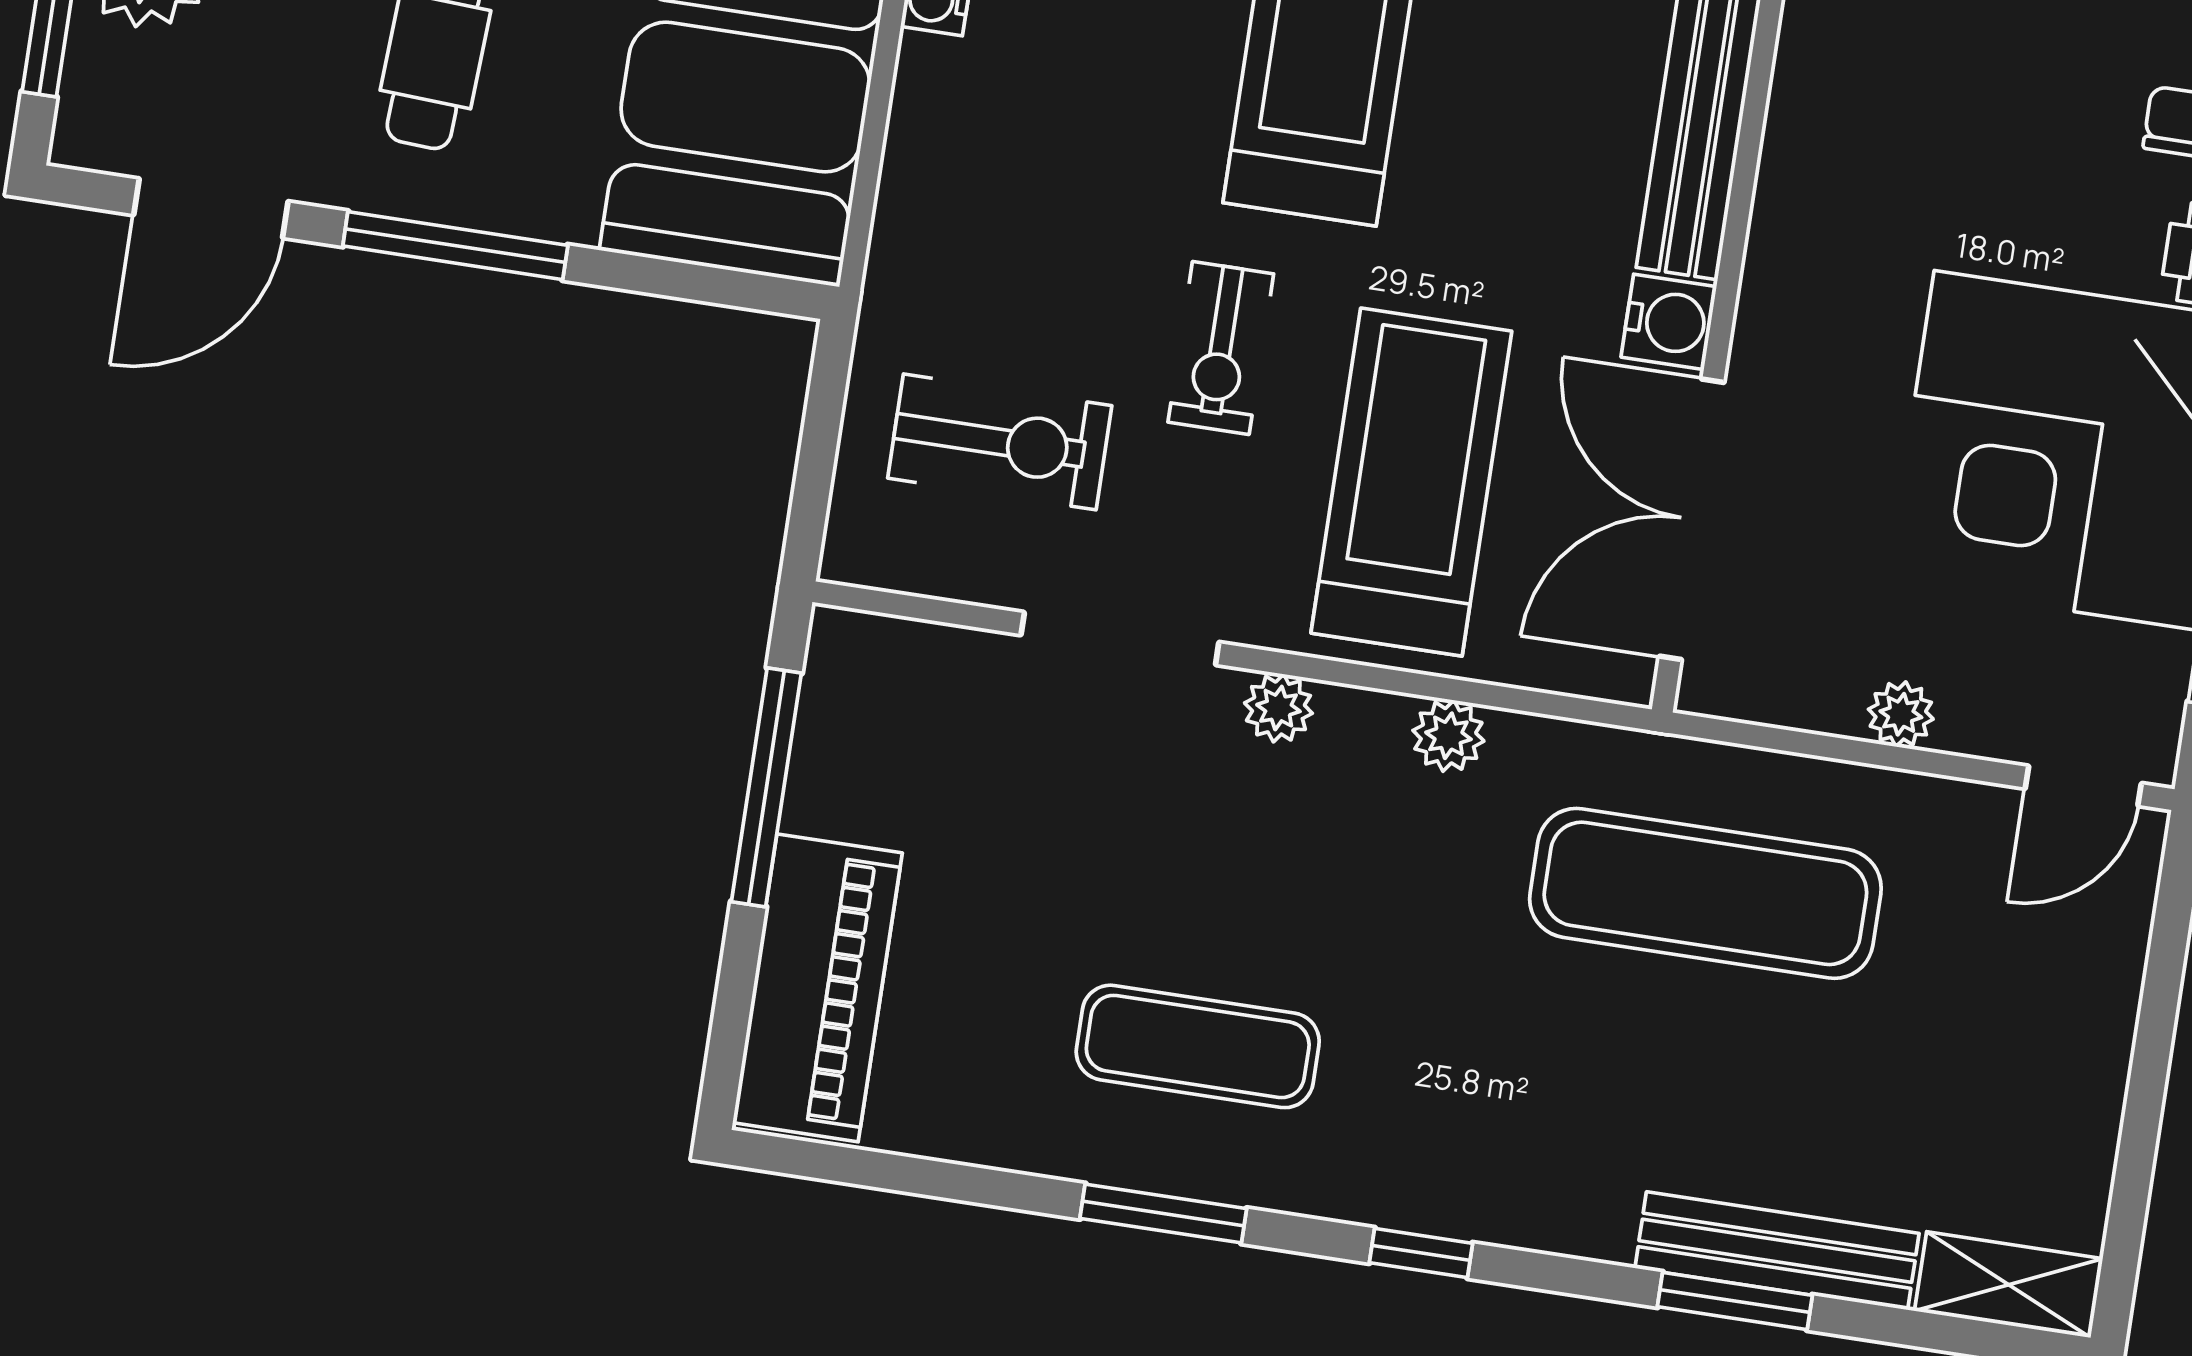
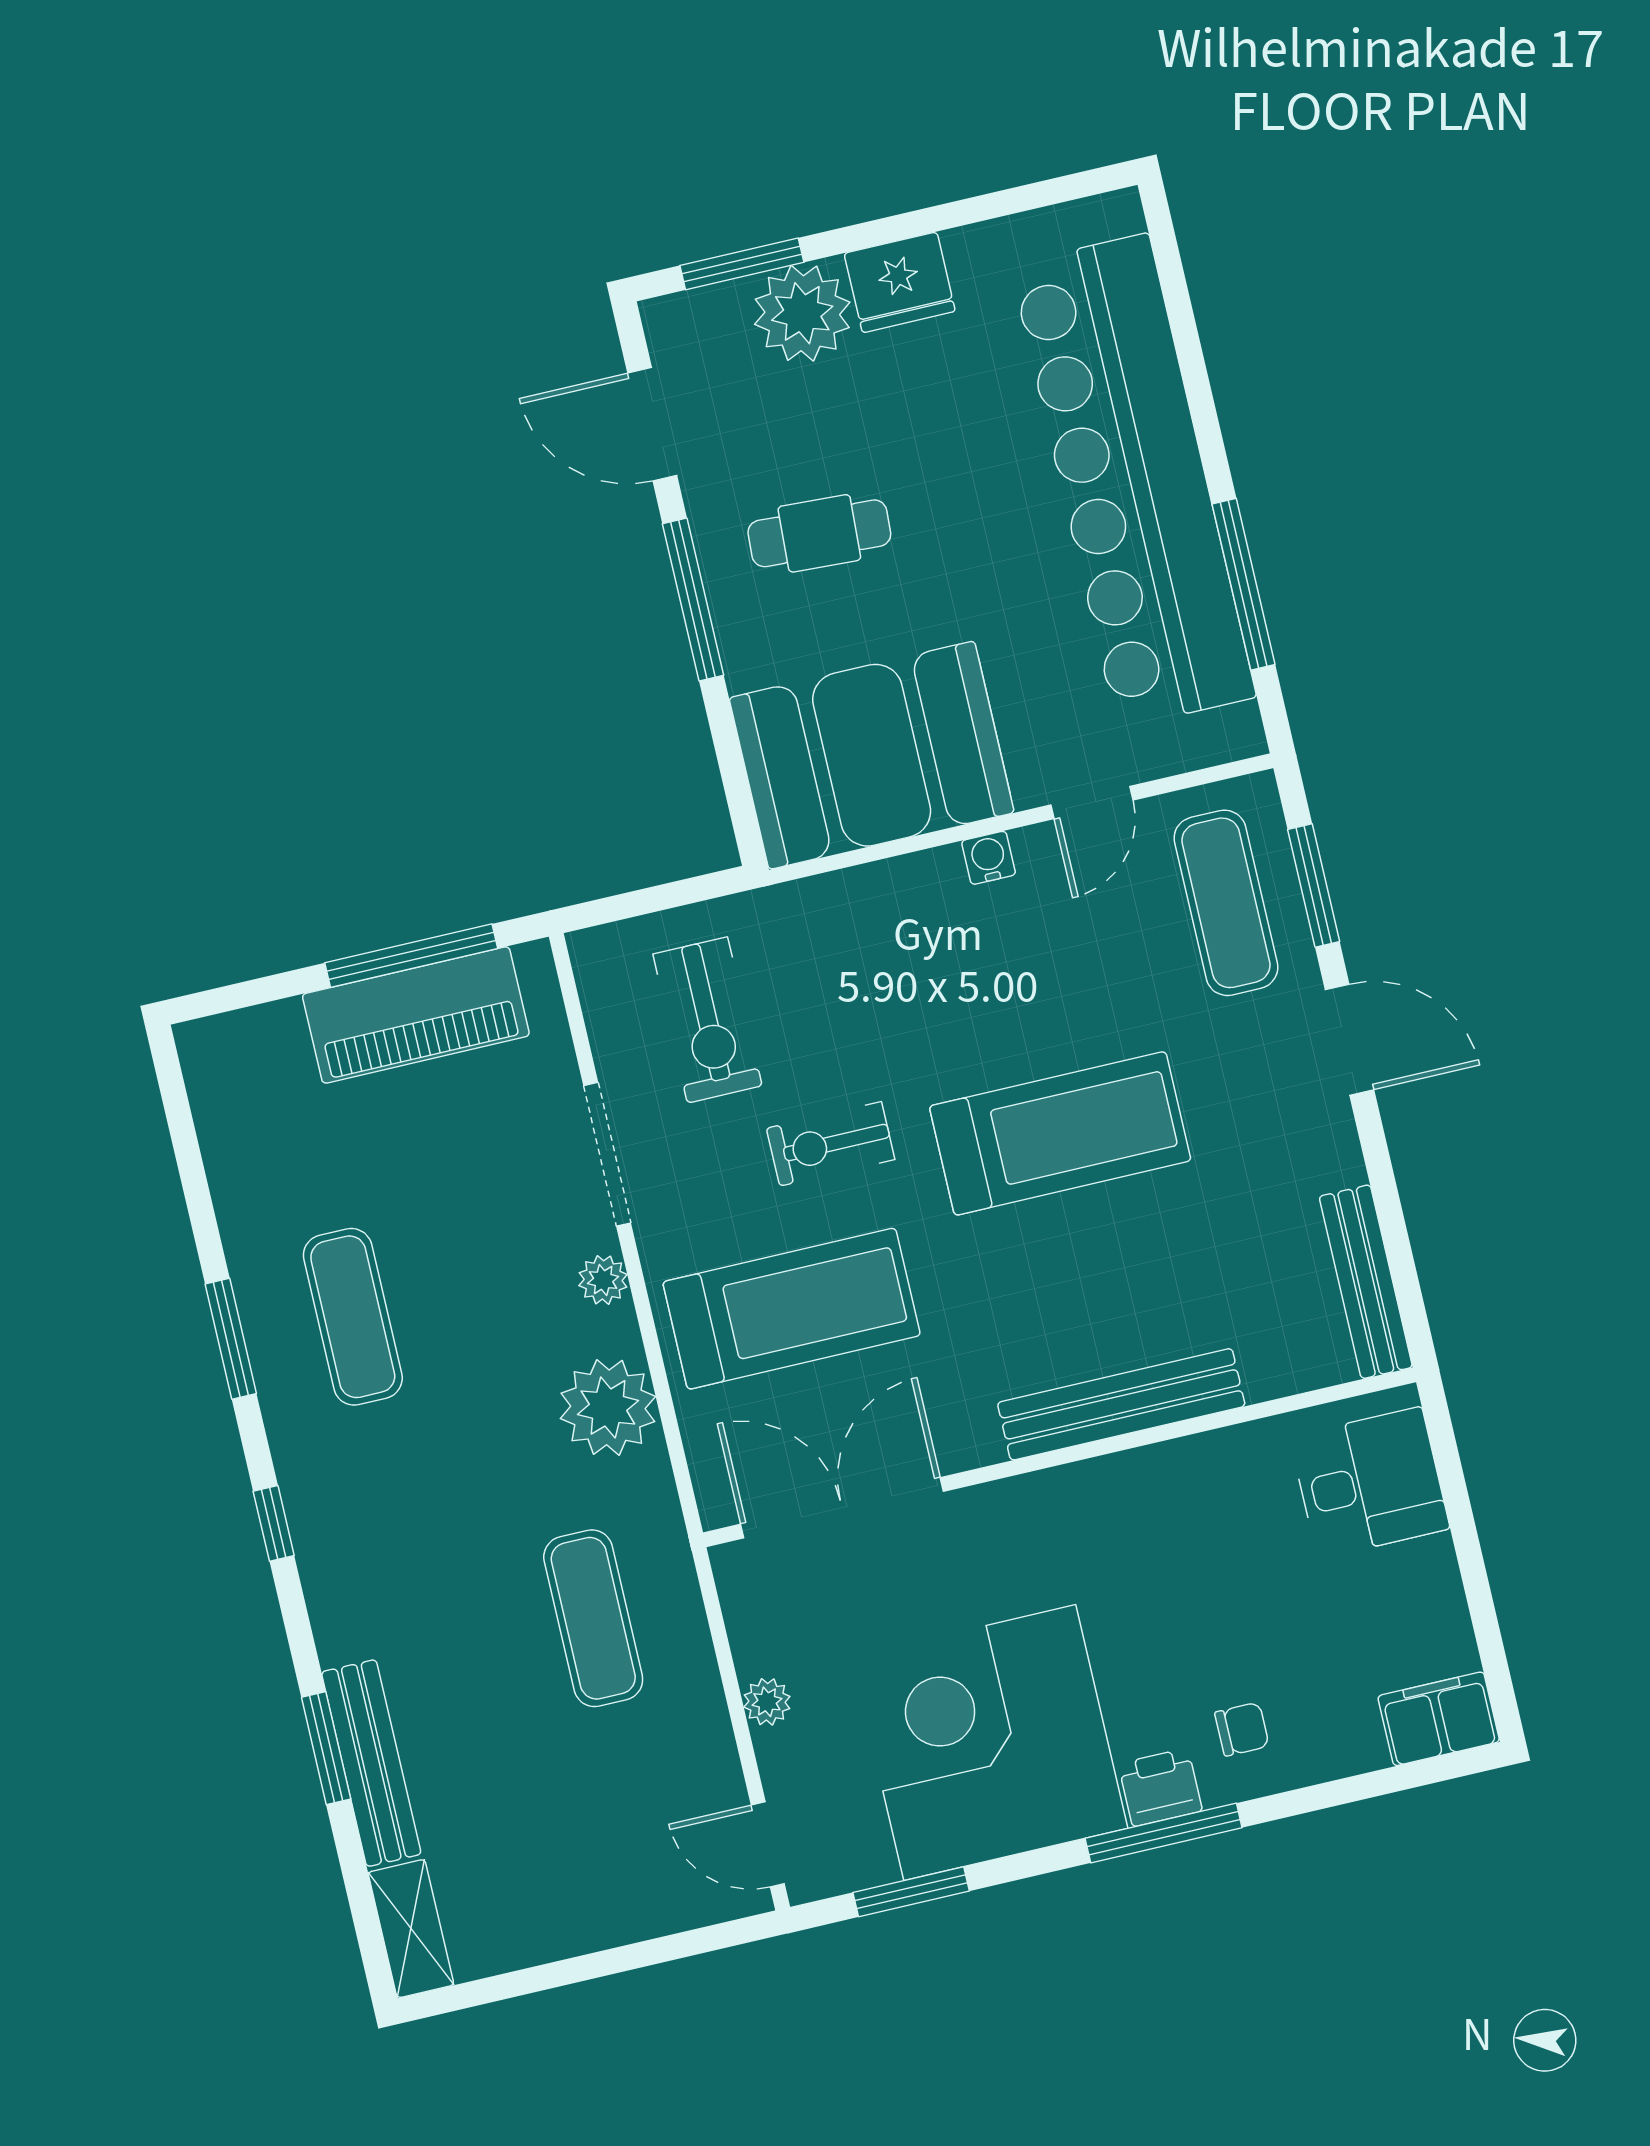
water cooler: (1669, 322) -> (969, 1439), removed
plant: (1448, 736) -> (608, 1407), width x1.88, depth x1.88
exercise mat: (1705, 893) -> (593, 1618), width x0.73, depth x0.69
piano: (818, 988) -> (416, 1015), moved

